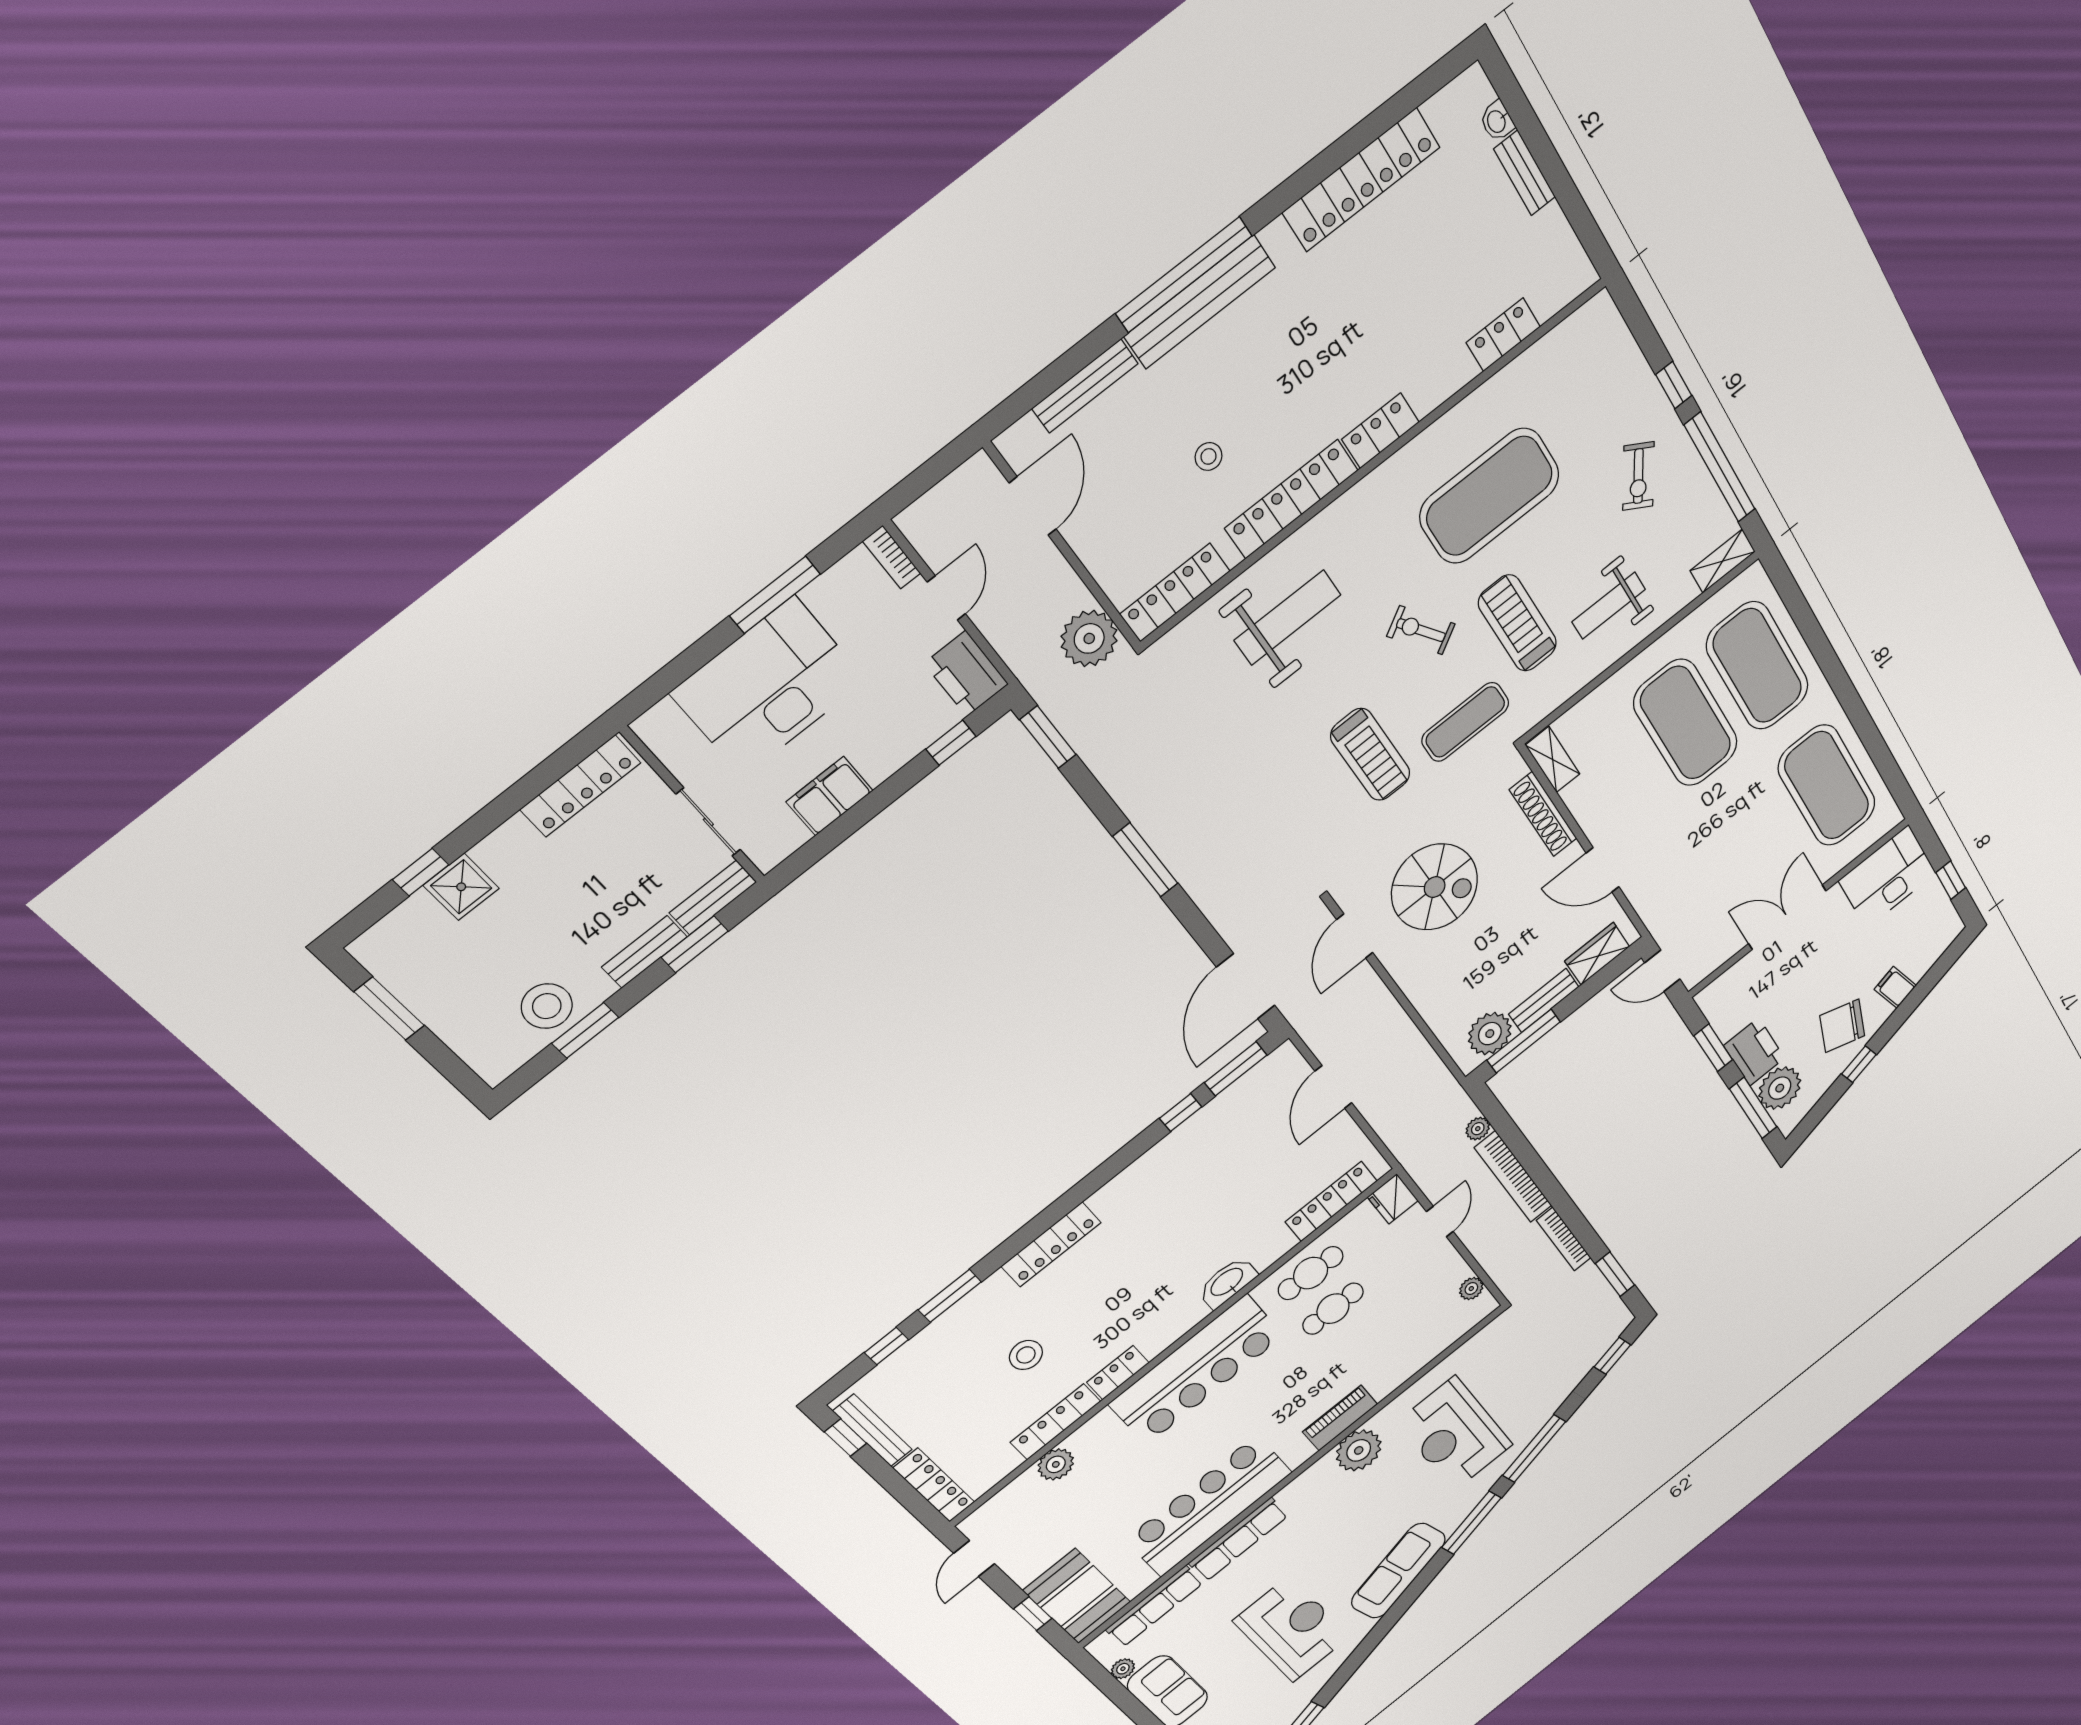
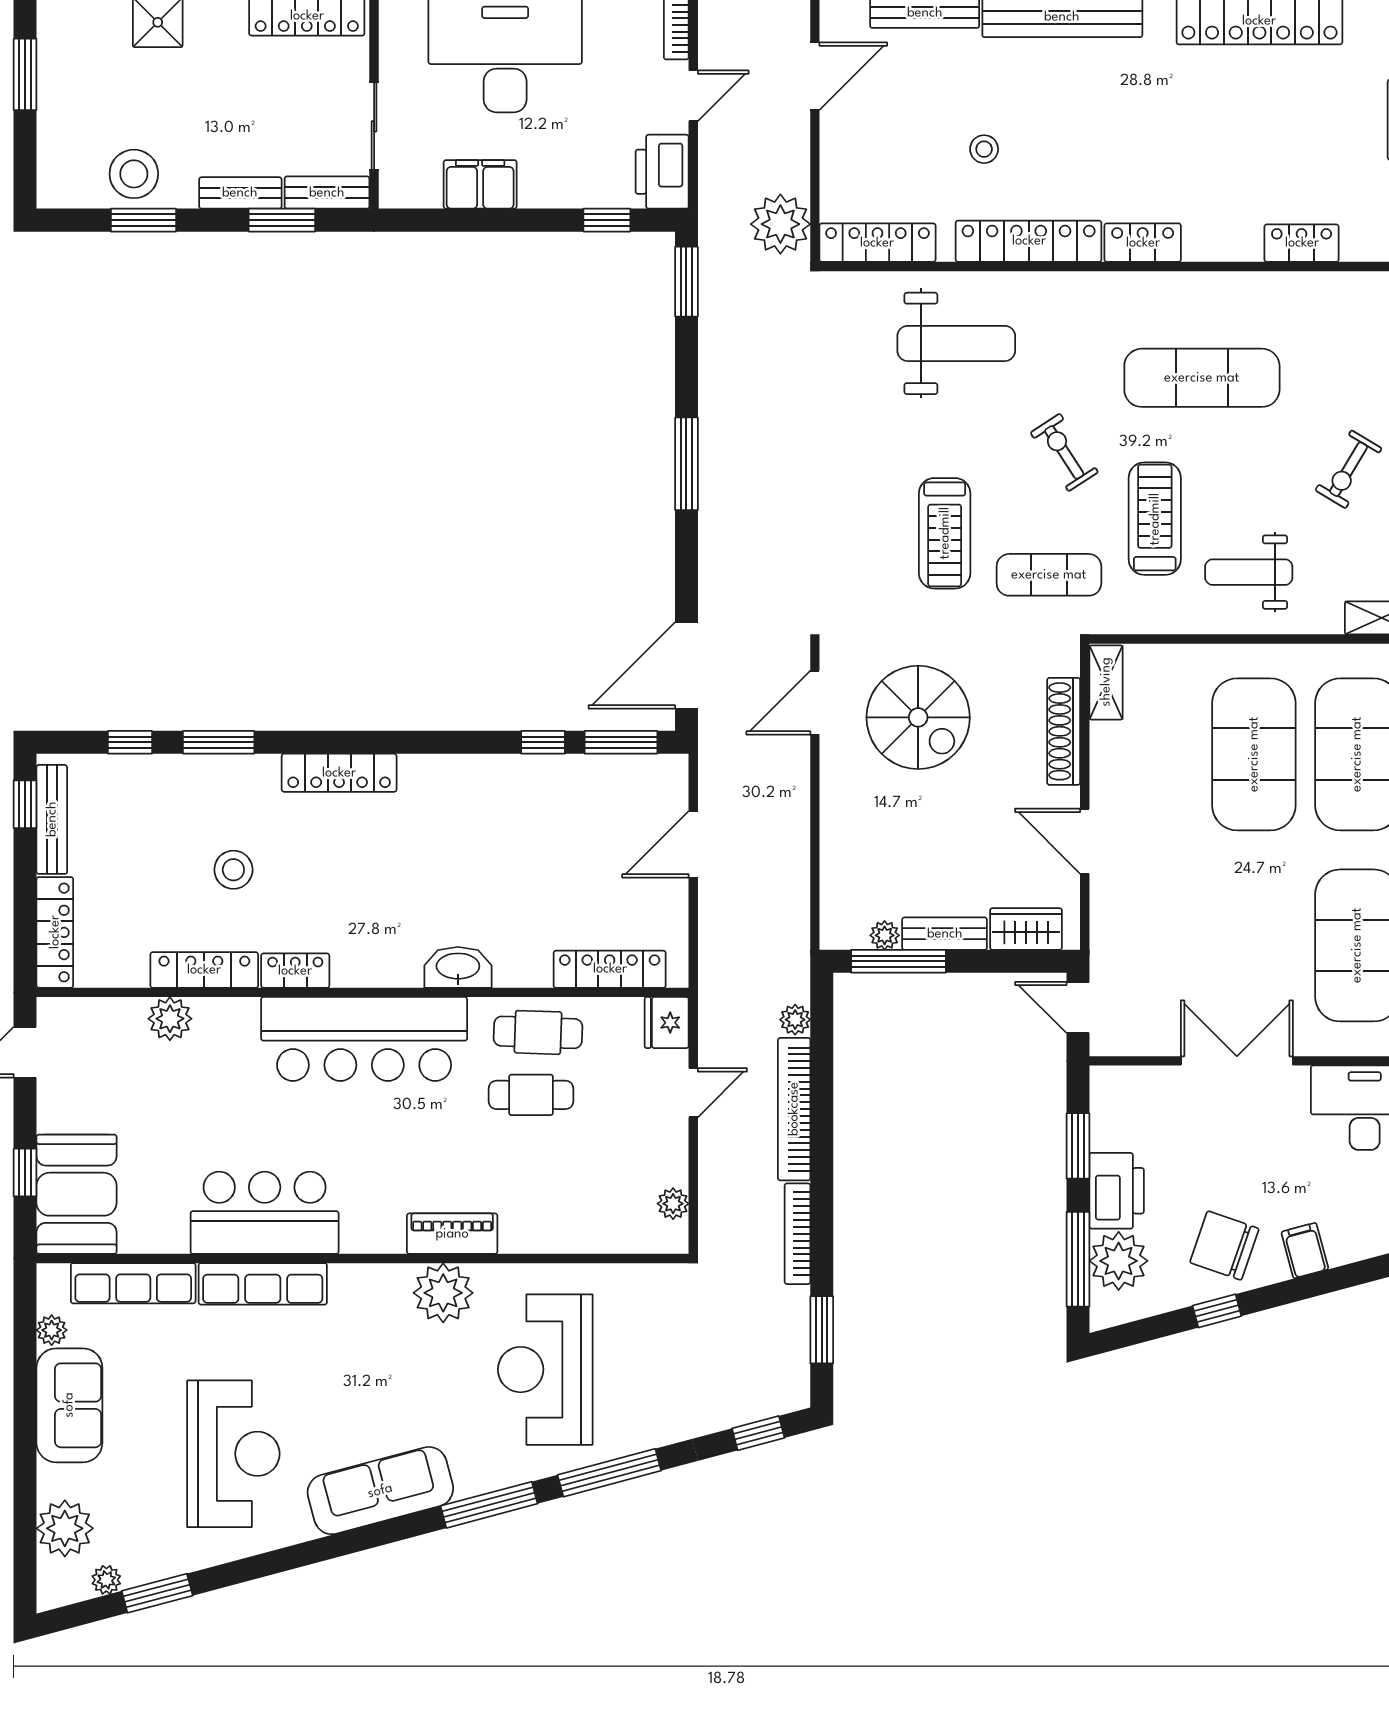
exercise mat: (1490, 496) -> (1202, 378), width x0.68
plant: (1490, 1034) -> (885, 935), width x0.53, depth x0.53
bar counter: (1209, 1506) -> (265, 1213), width x0.73

